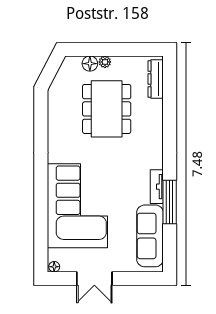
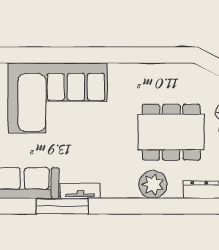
plant: (151, 124) -> (153, 184), added

